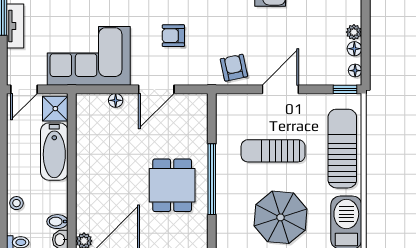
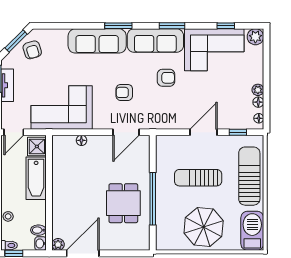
armchair: (234, 68) -> (166, 78), moved, turned 102
door: (156, 89) -> (126, 132), moved
window: (345, 89) -> (238, 132), moved

